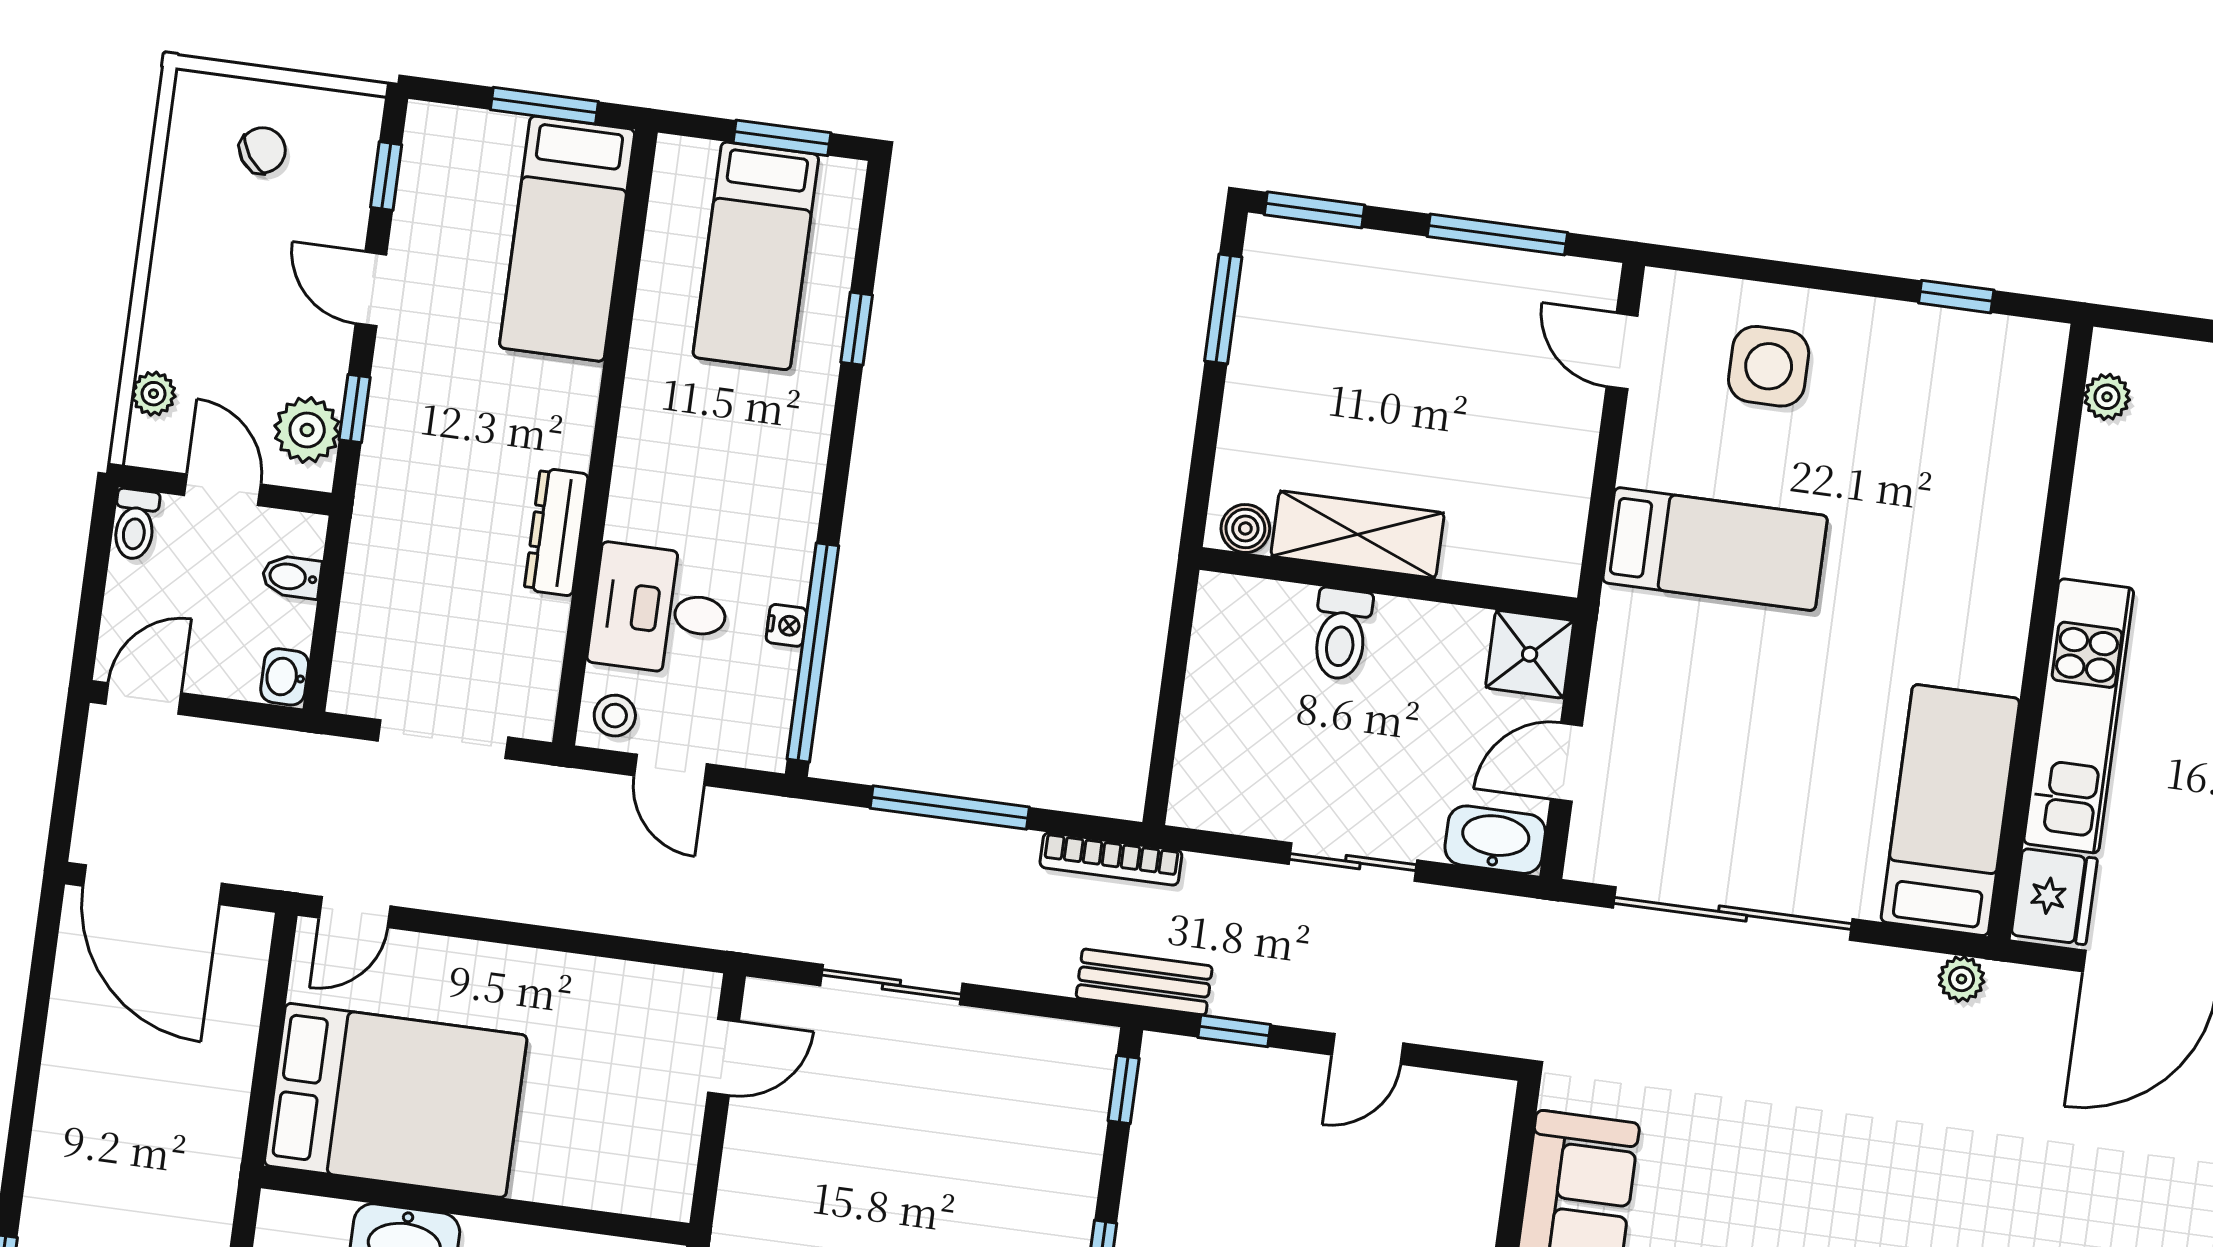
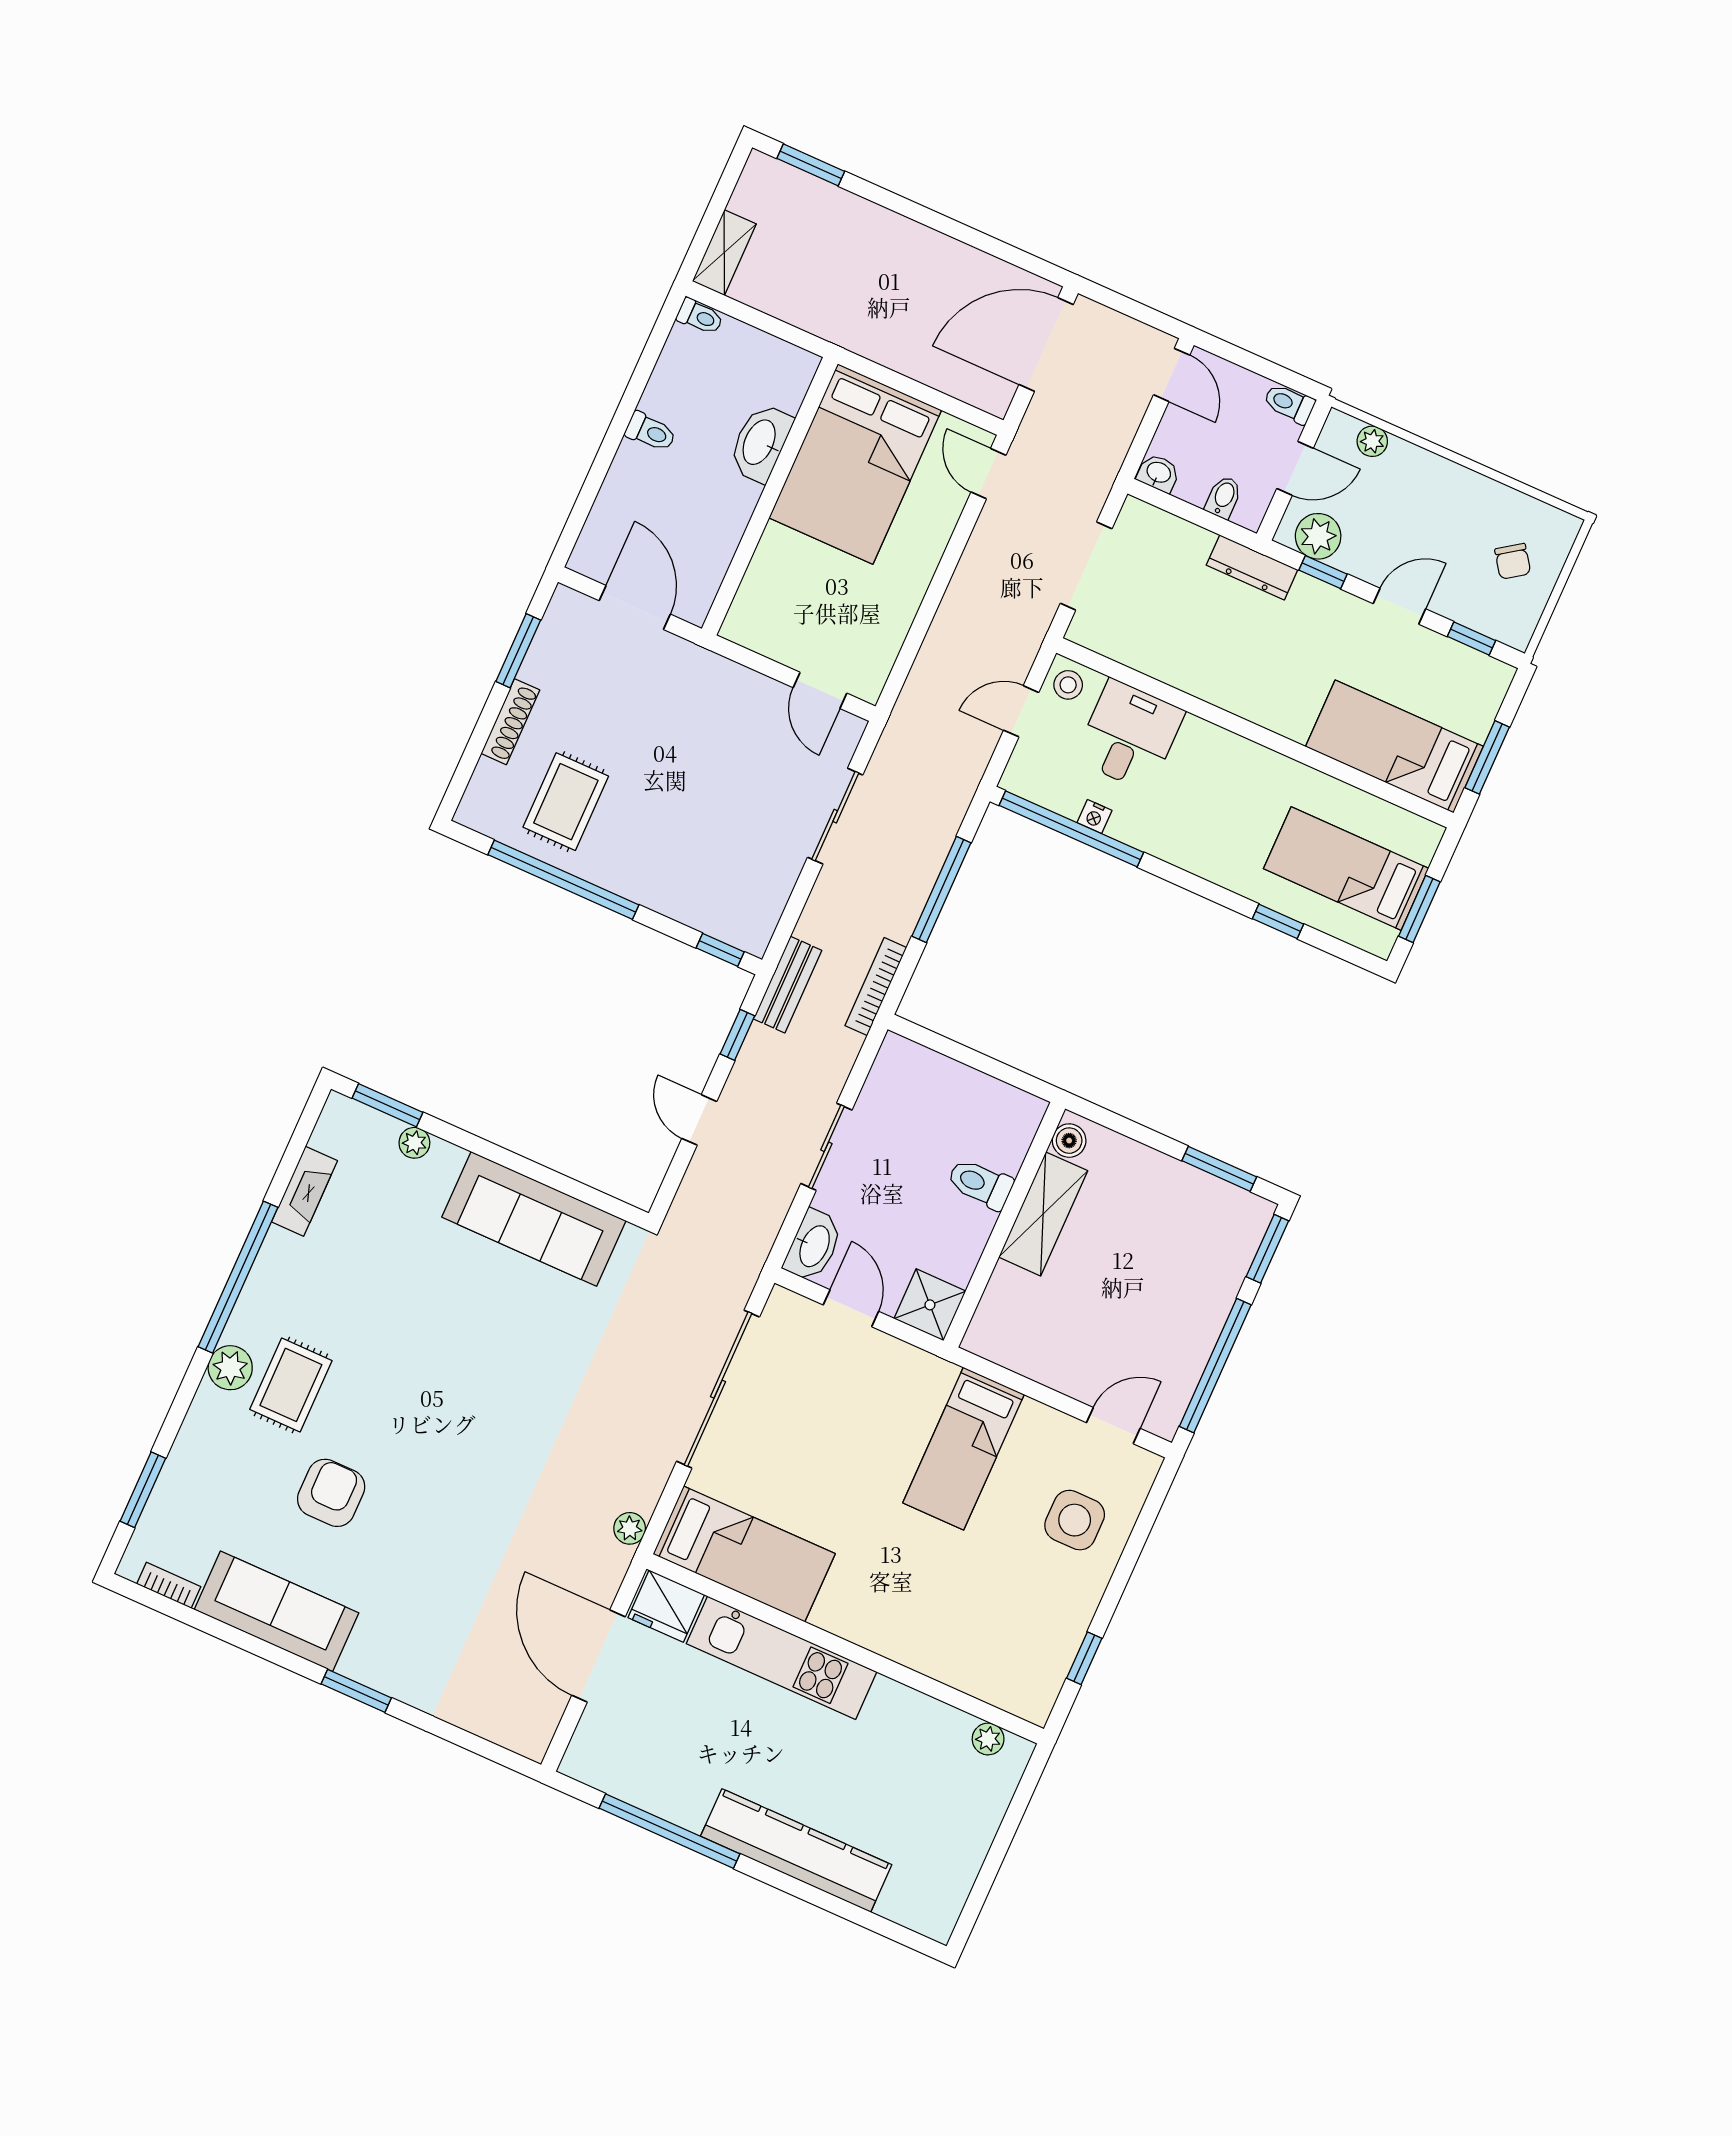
window: (1497, 235) -> (1215, 1366), width x1.46
dresser: (556, 532) -> (1252, 567), moved, turned 180

